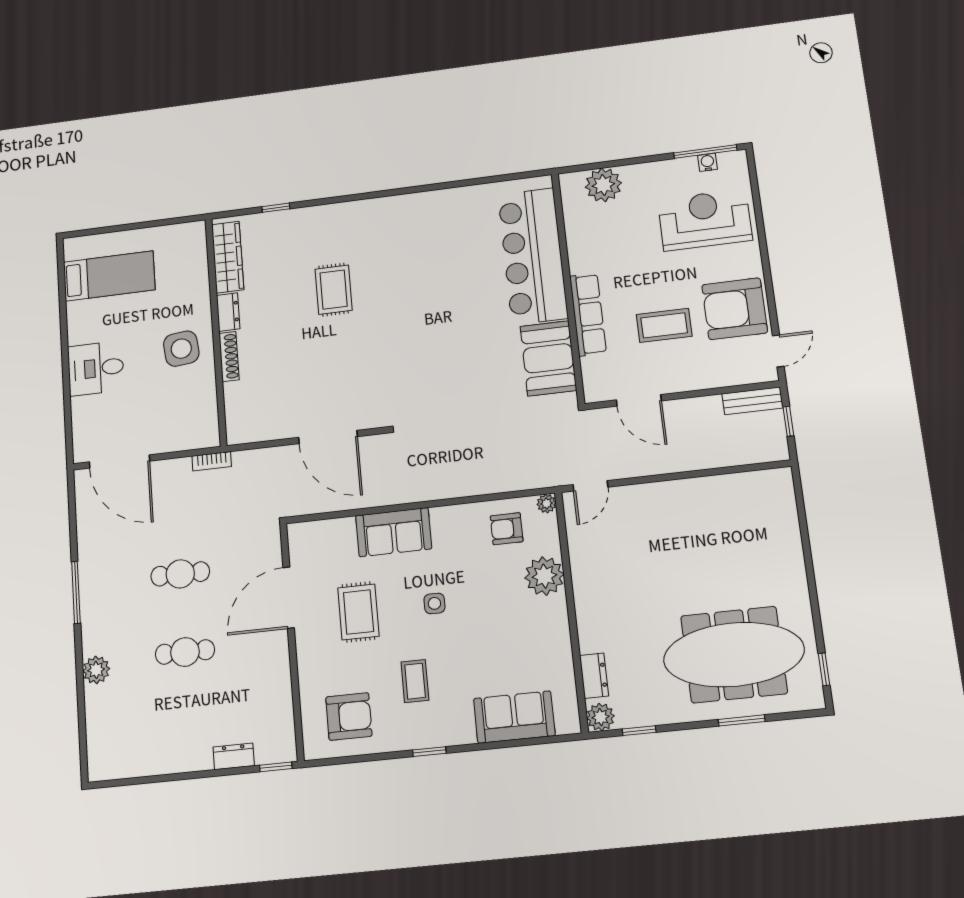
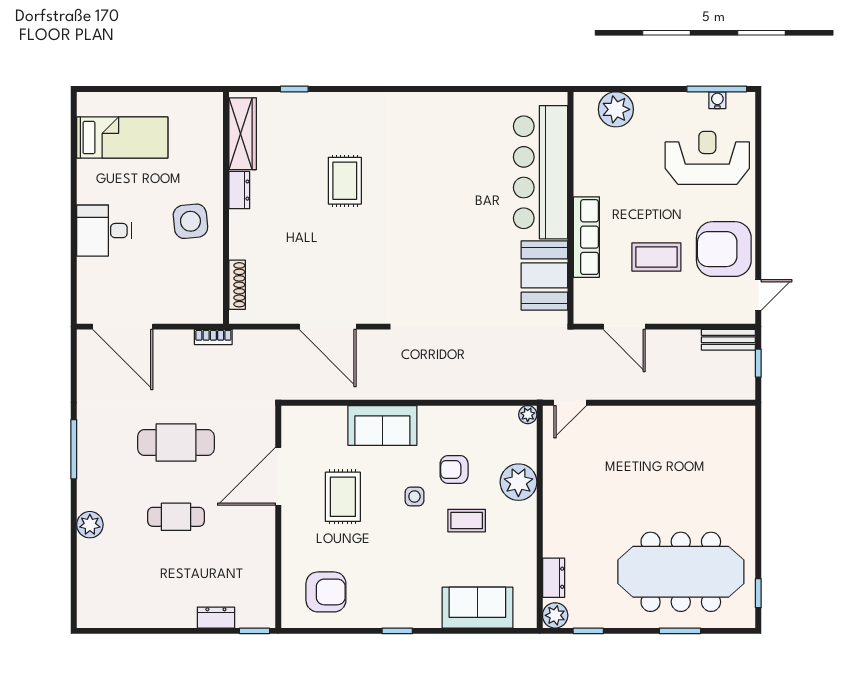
shoe rack: (229, 357) -> (237, 285), moved
armchair: (507, 529) -> (454, 469), moved
cafe table: (180, 574) -> (176, 443), width x1.37, depth x1.35
coffee table: (415, 681) -> (467, 521), moved, turned 90

